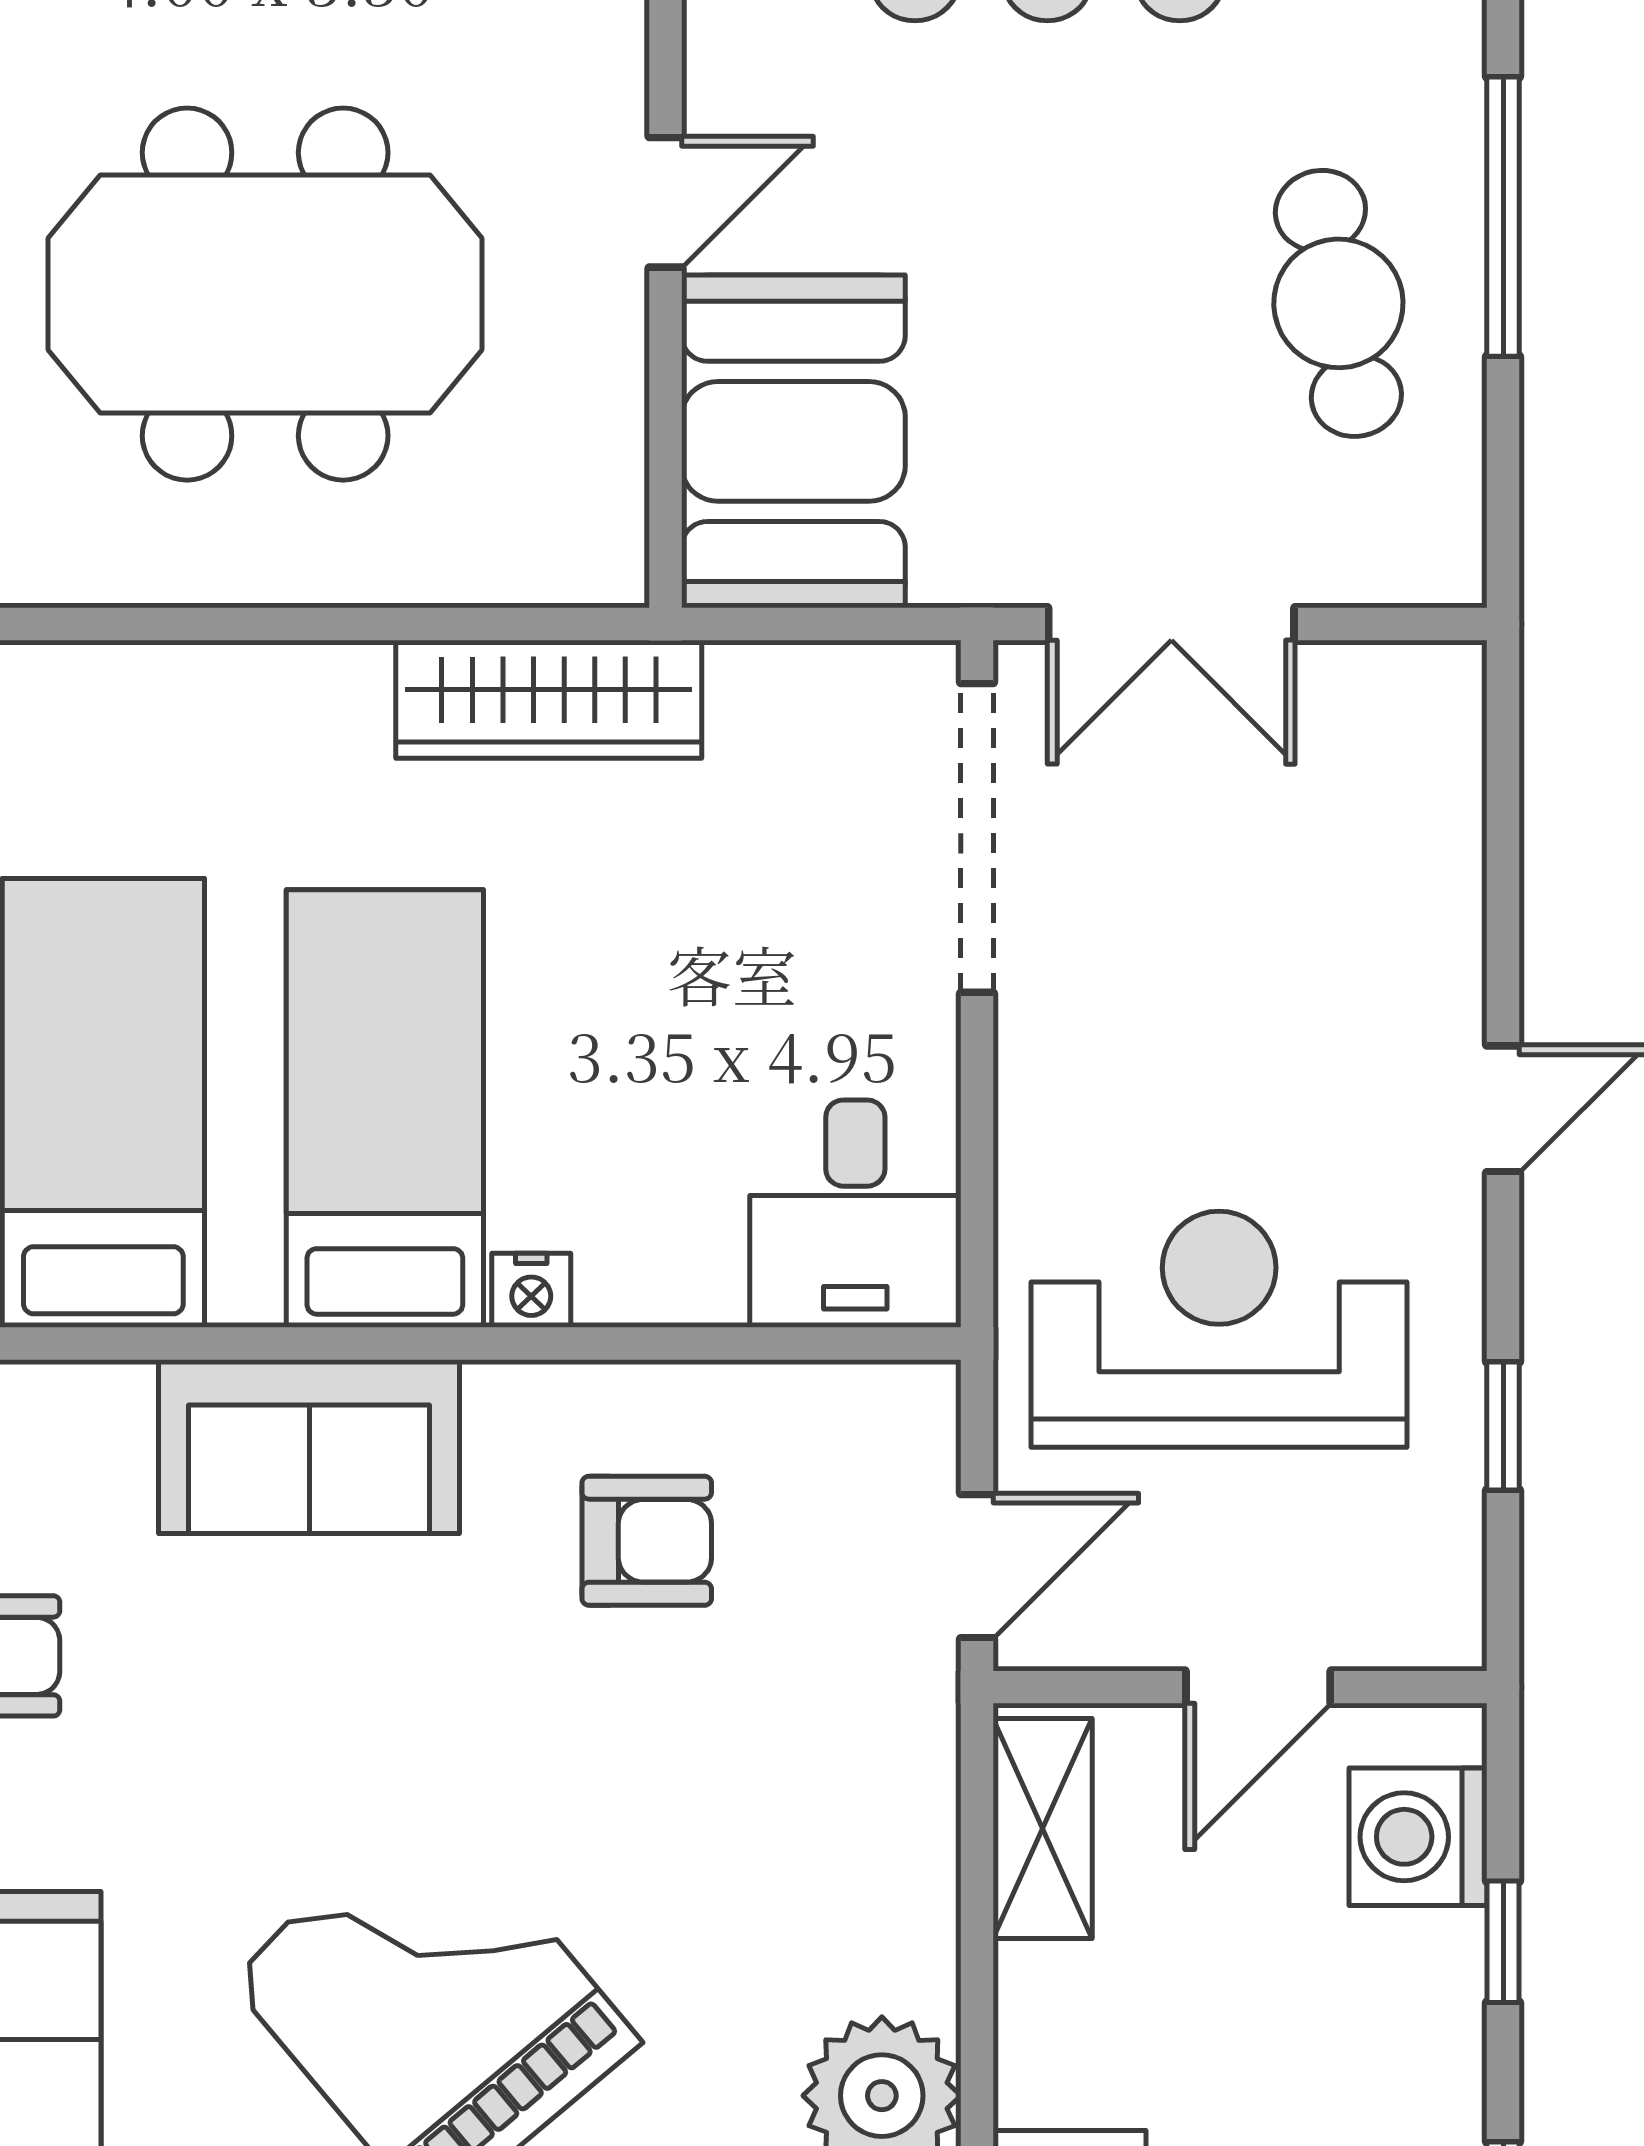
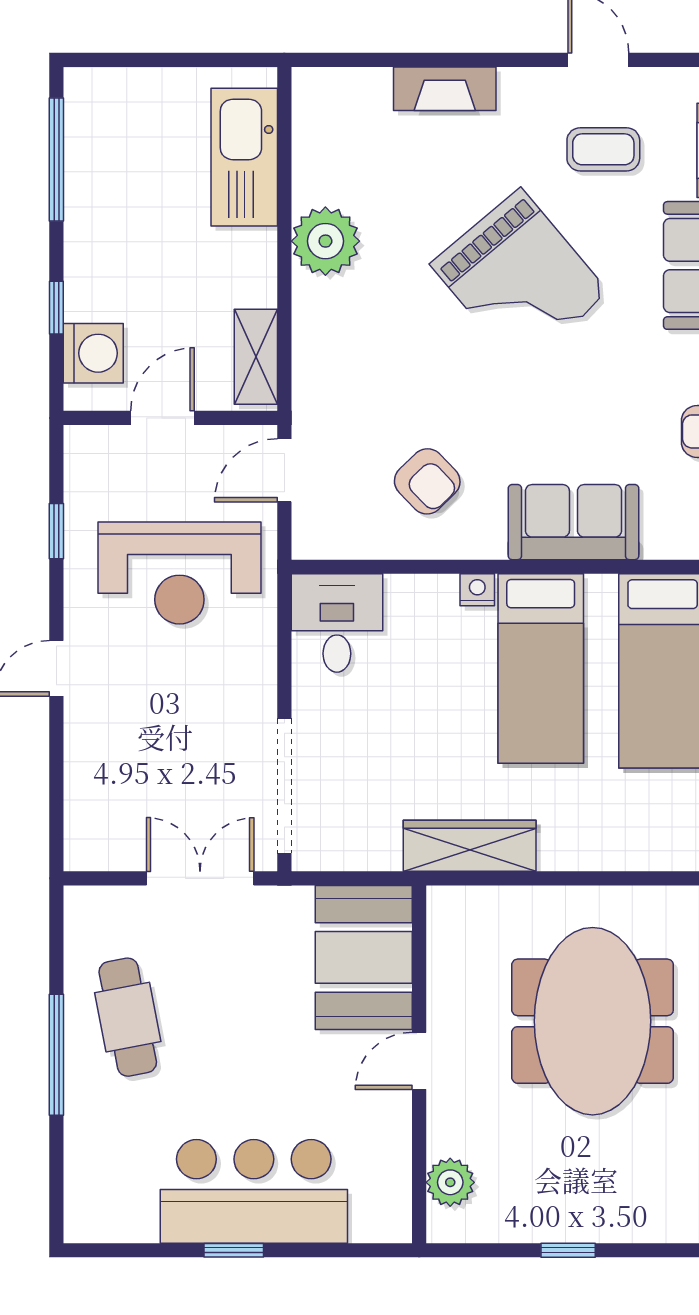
meeting table: (265, 294) -> (593, 1021), turned 90
armchair: (647, 1541) -> (427, 481), turned -134

